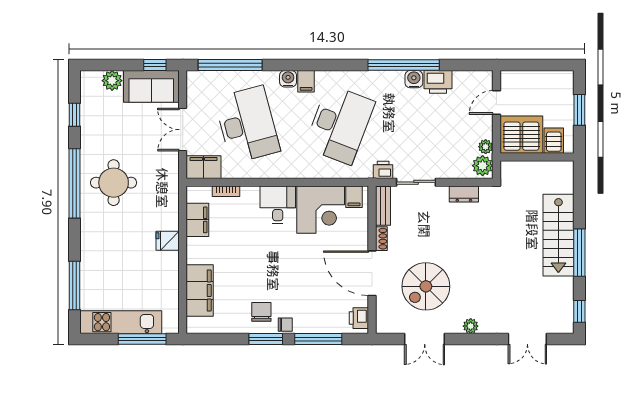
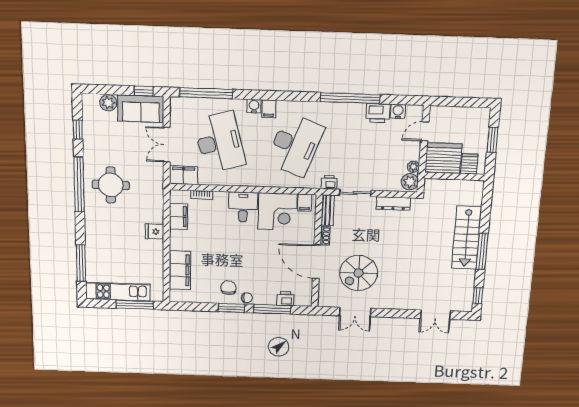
water cooler: (414, 79) -> (398, 111), moved
dresser: (464, 194) -> (393, 203), width x1.44
printer: (359, 318) -> (285, 299), moved, turned 90
plant: (471, 326) -> (392, 304), removed

